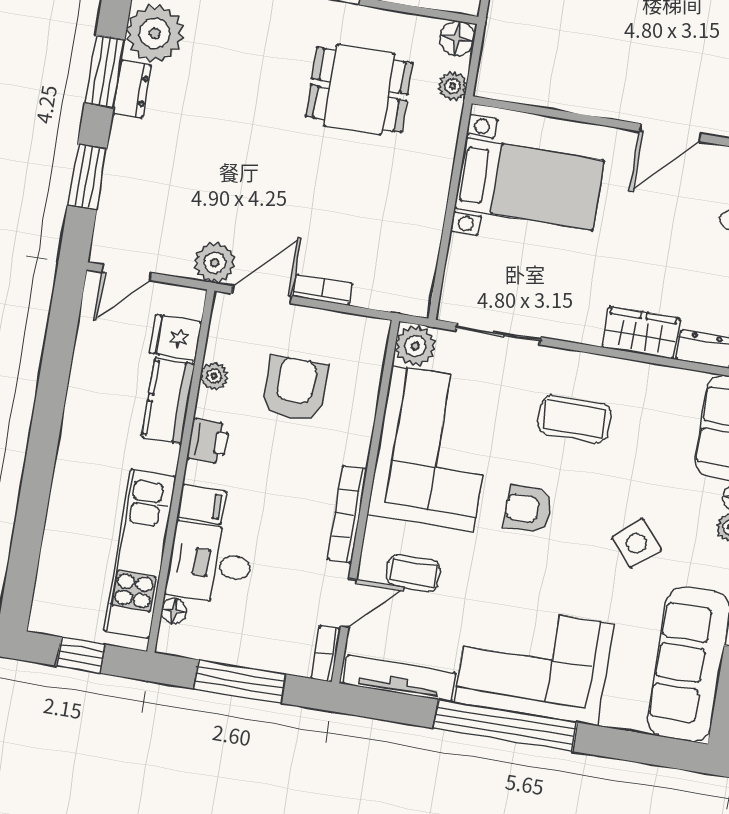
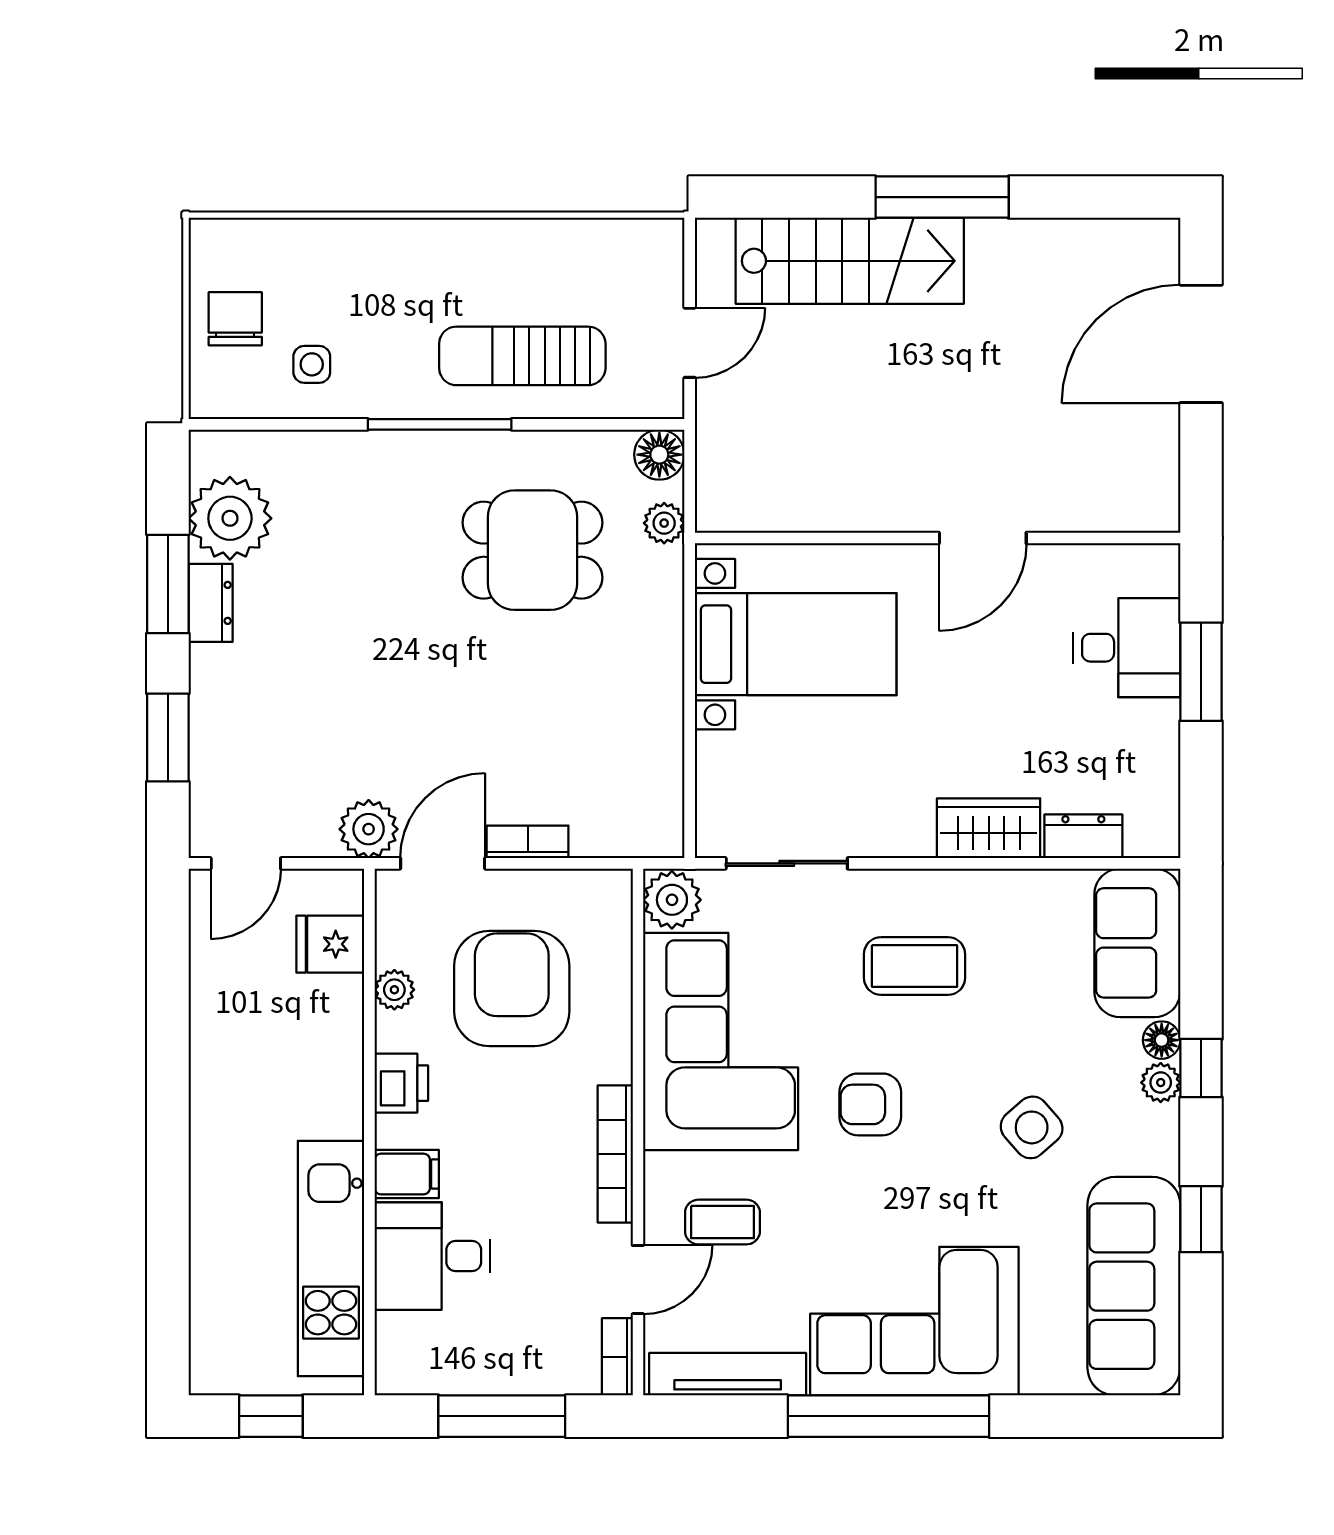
armchair: (295, 389) -> (512, 989), width x1.36, depth x1.36
kitchen counter: (168, 400) -> (335, 1035), removed
floor lamp: (174, 611) -> (392, 1332), removed

